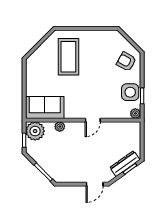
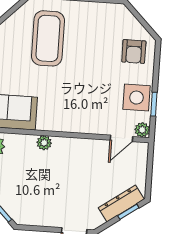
armchair: (126, 62) -> (134, 51), turned -119
door: (93, 120) -> (121, 138), moved
plant: (60, 127) -> (44, 143), moved

